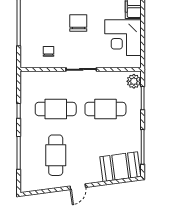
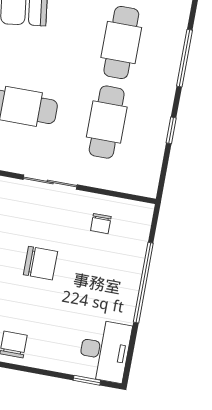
chair: (78, 23) -> (40, 263), turned -90
cafe table: (56, 109) -> (107, 122), turned 90

